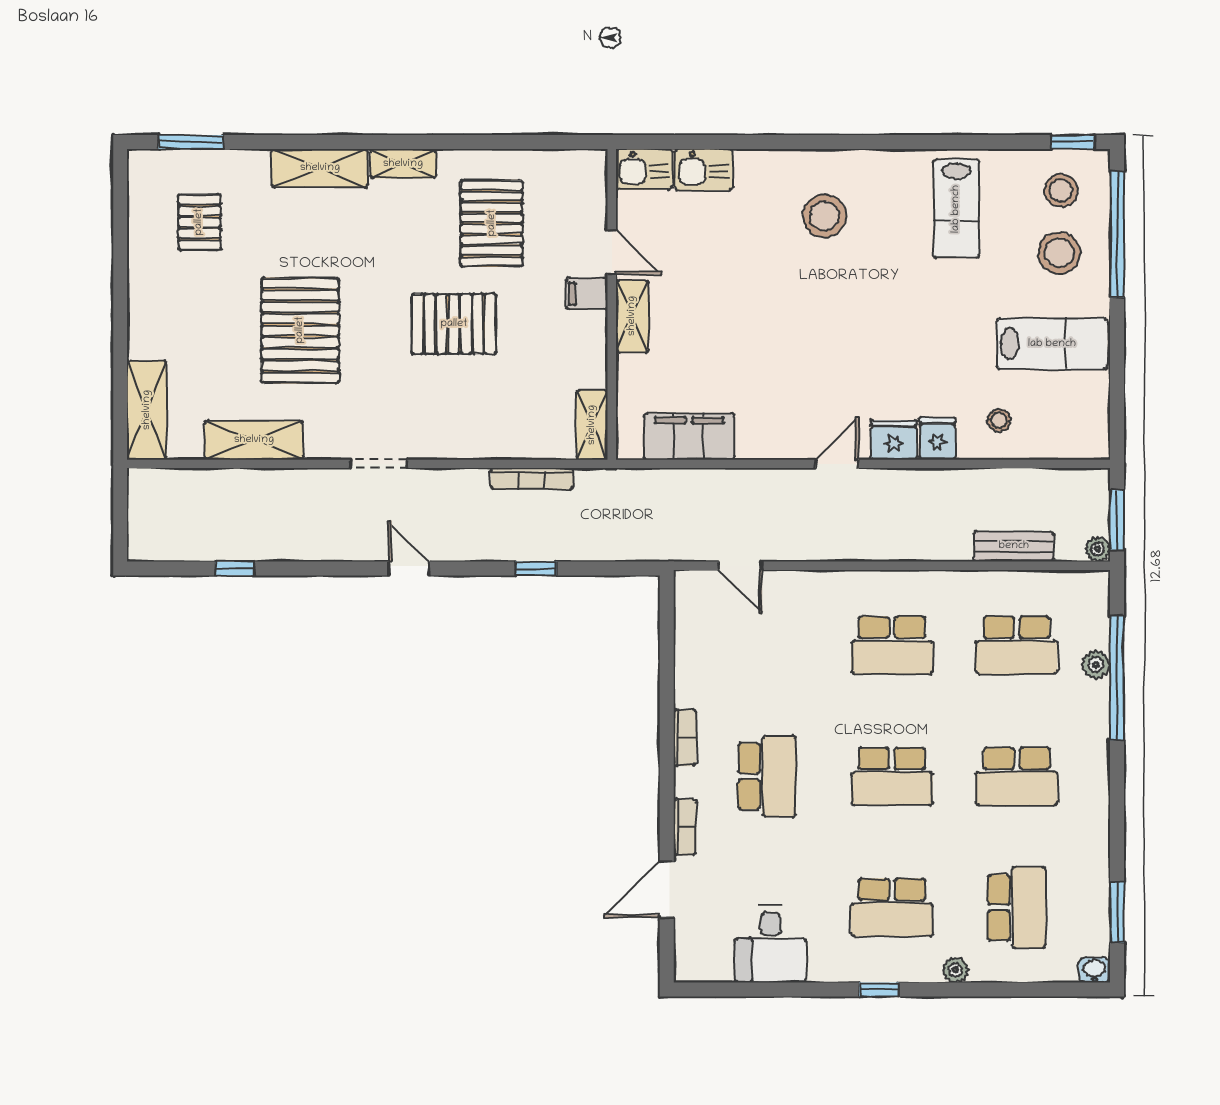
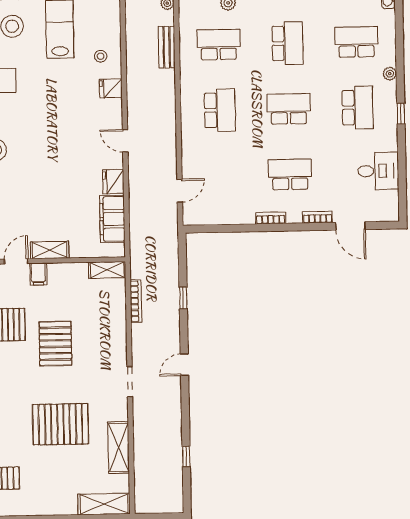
fridge: (894, 440) -> (113, 182), moved
school desk: (1017, 645) -> (219, 45), turned -90
school desk: (892, 776) -> (289, 109), turned -90

